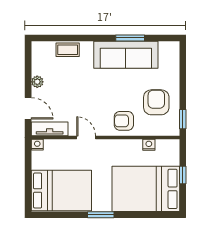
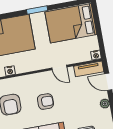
armchair: (124, 121) -> (45, 102), moved

